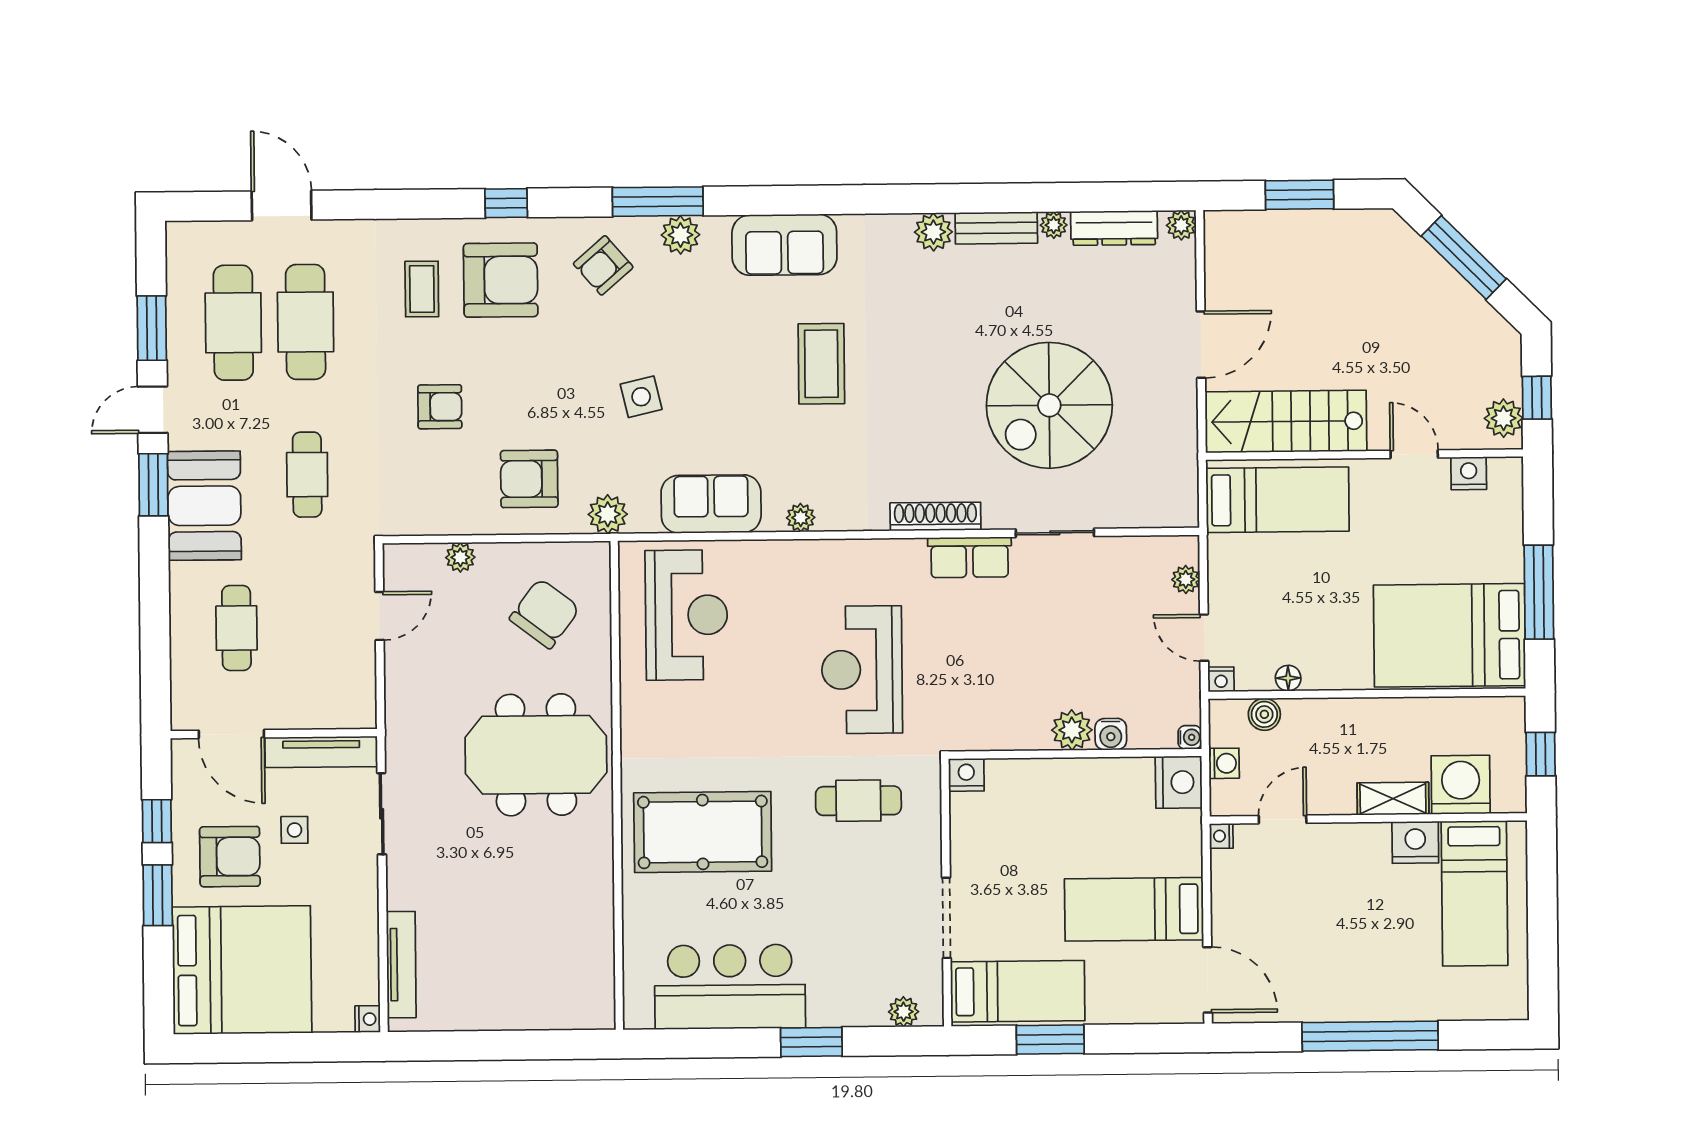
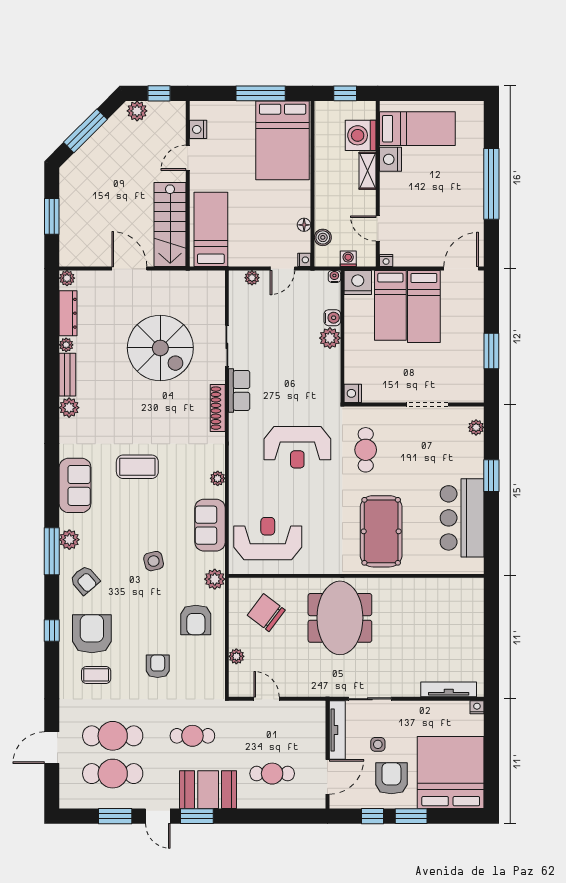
plant: (1504, 418) -> (137, 111), moved
bed: (1018, 991) -> (390, 305), moved, turned 180

